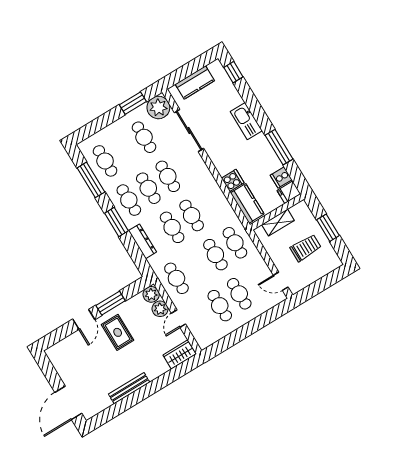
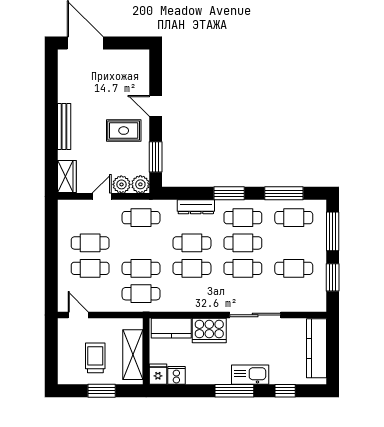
window: (233, 72) -> (285, 391), moved
kitchen counter: (195, 82) -> (316, 348), width x1.50
plant: (158, 107) -> (314, 299), removed
window: (97, 125) -> (333, 231), added
sliding door: (189, 131) -> (255, 315), moved
window: (279, 147) -> (234, 391), moved
cooker: (233, 181) -> (209, 330), width x1.87, depth x1.31
shelving: (278, 223) -> (133, 355), width x1.50, depth x1.33
trolley: (306, 248) -> (95, 358), turned 180
door: (281, 281) -> (78, 315), hinge flipped
window: (111, 303) -> (156, 157), moved
door: (179, 319) -> (102, 196), hinge flipped
bench: (129, 388) -> (64, 126), moved

